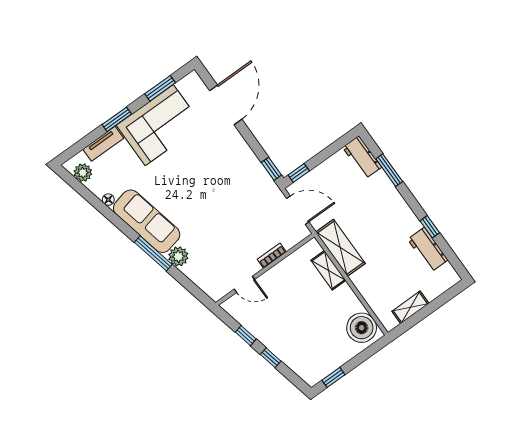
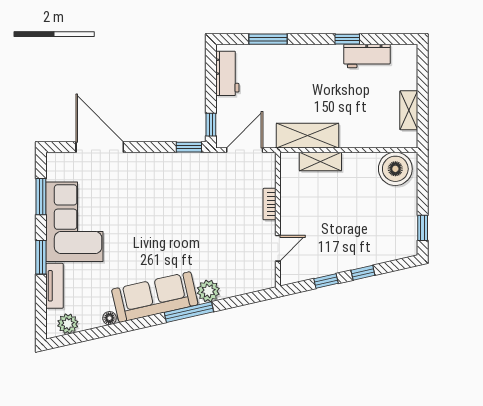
workbench: (362, 157) -> (227, 73), moved, turned -90

